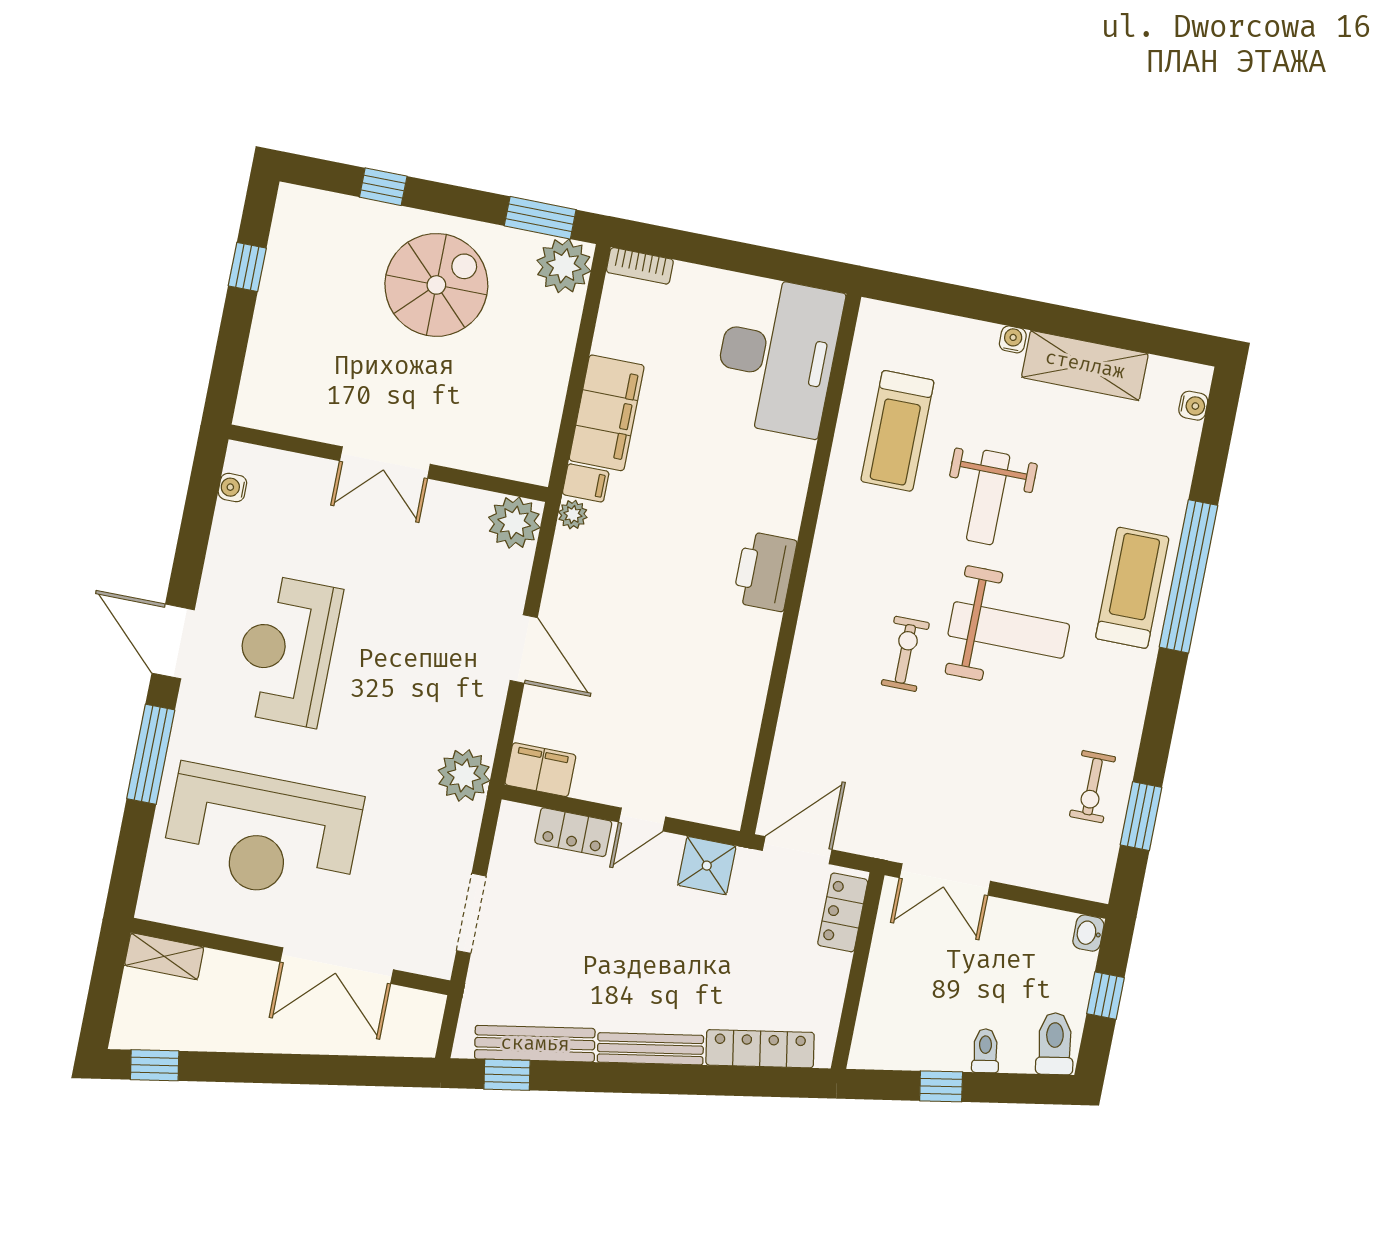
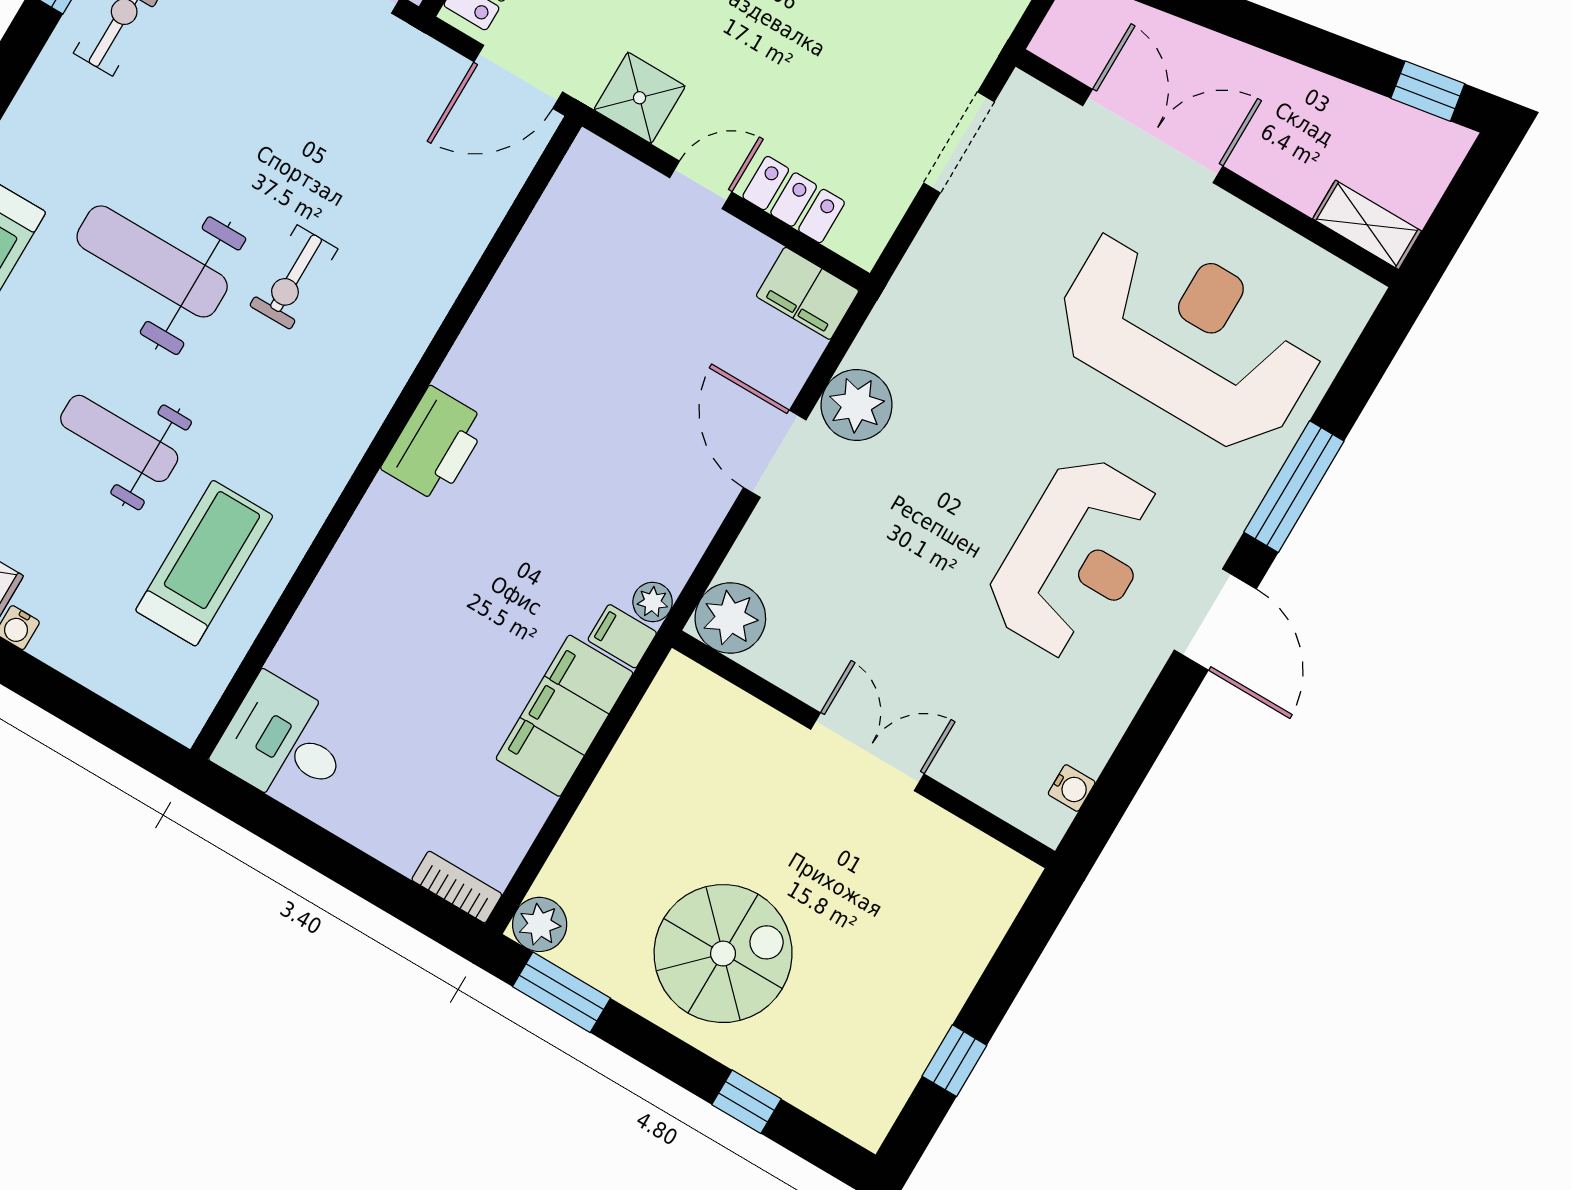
plant: (564, 266) -> (540, 924), width x0.73, depth x0.73
spiral stairs: (436, 285) -> (723, 954), turned 180
desk: (777, 356) -> (284, 743), width x0.53, depth x0.77
weight bench: (988, 497) -> (119, 438), turned -90
plant: (464, 775) -> (857, 405), moved

